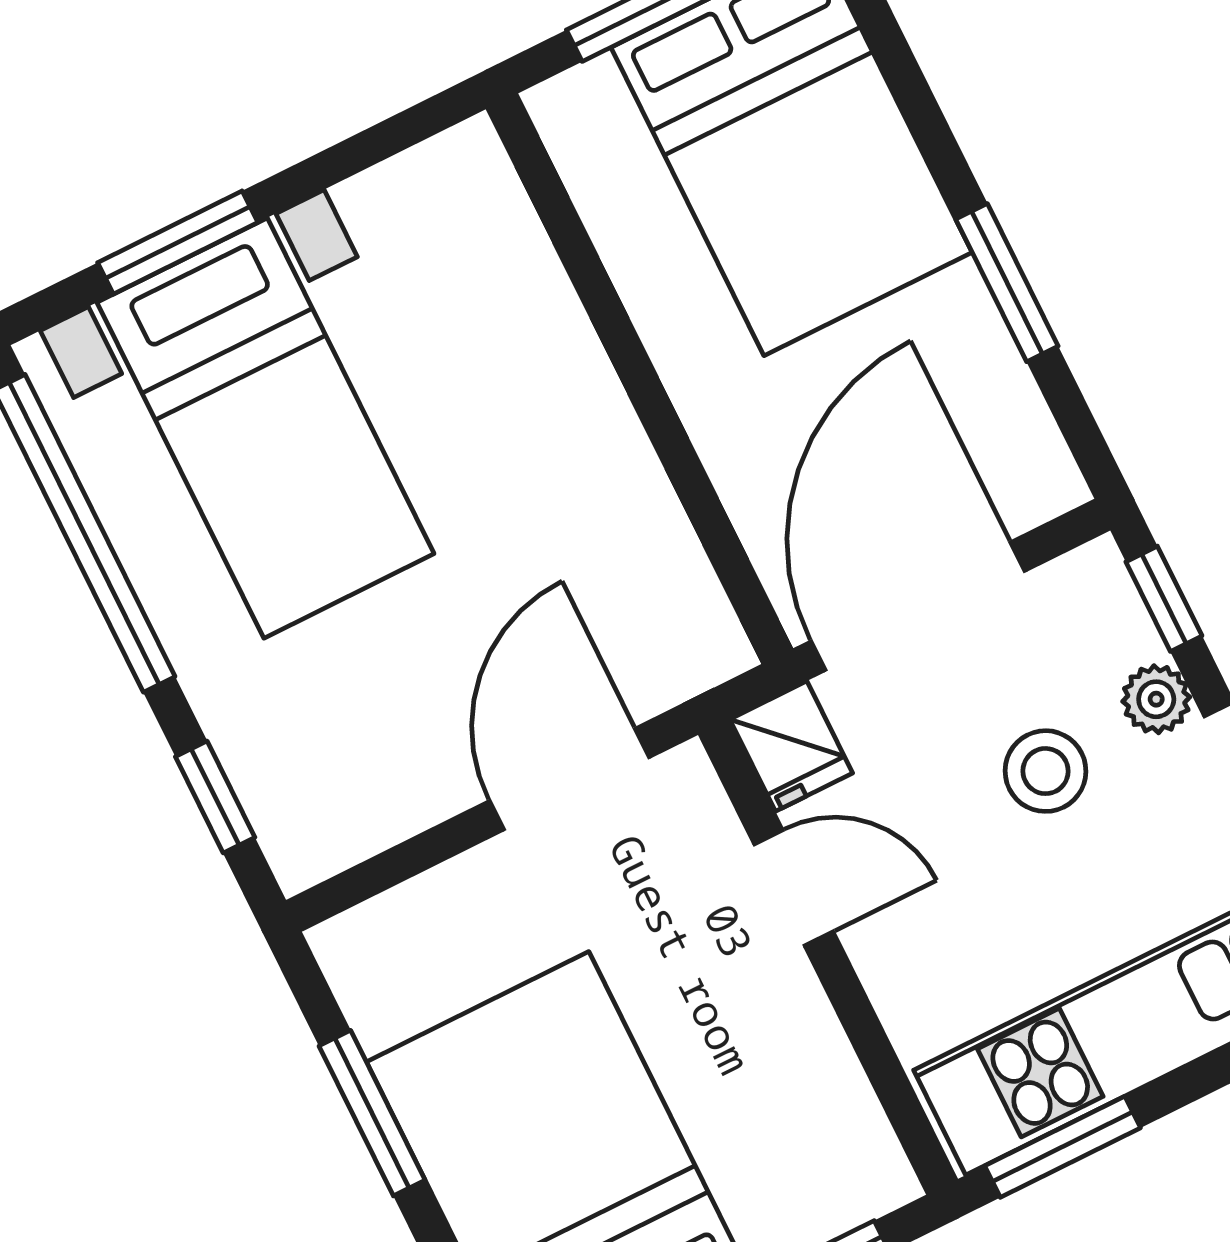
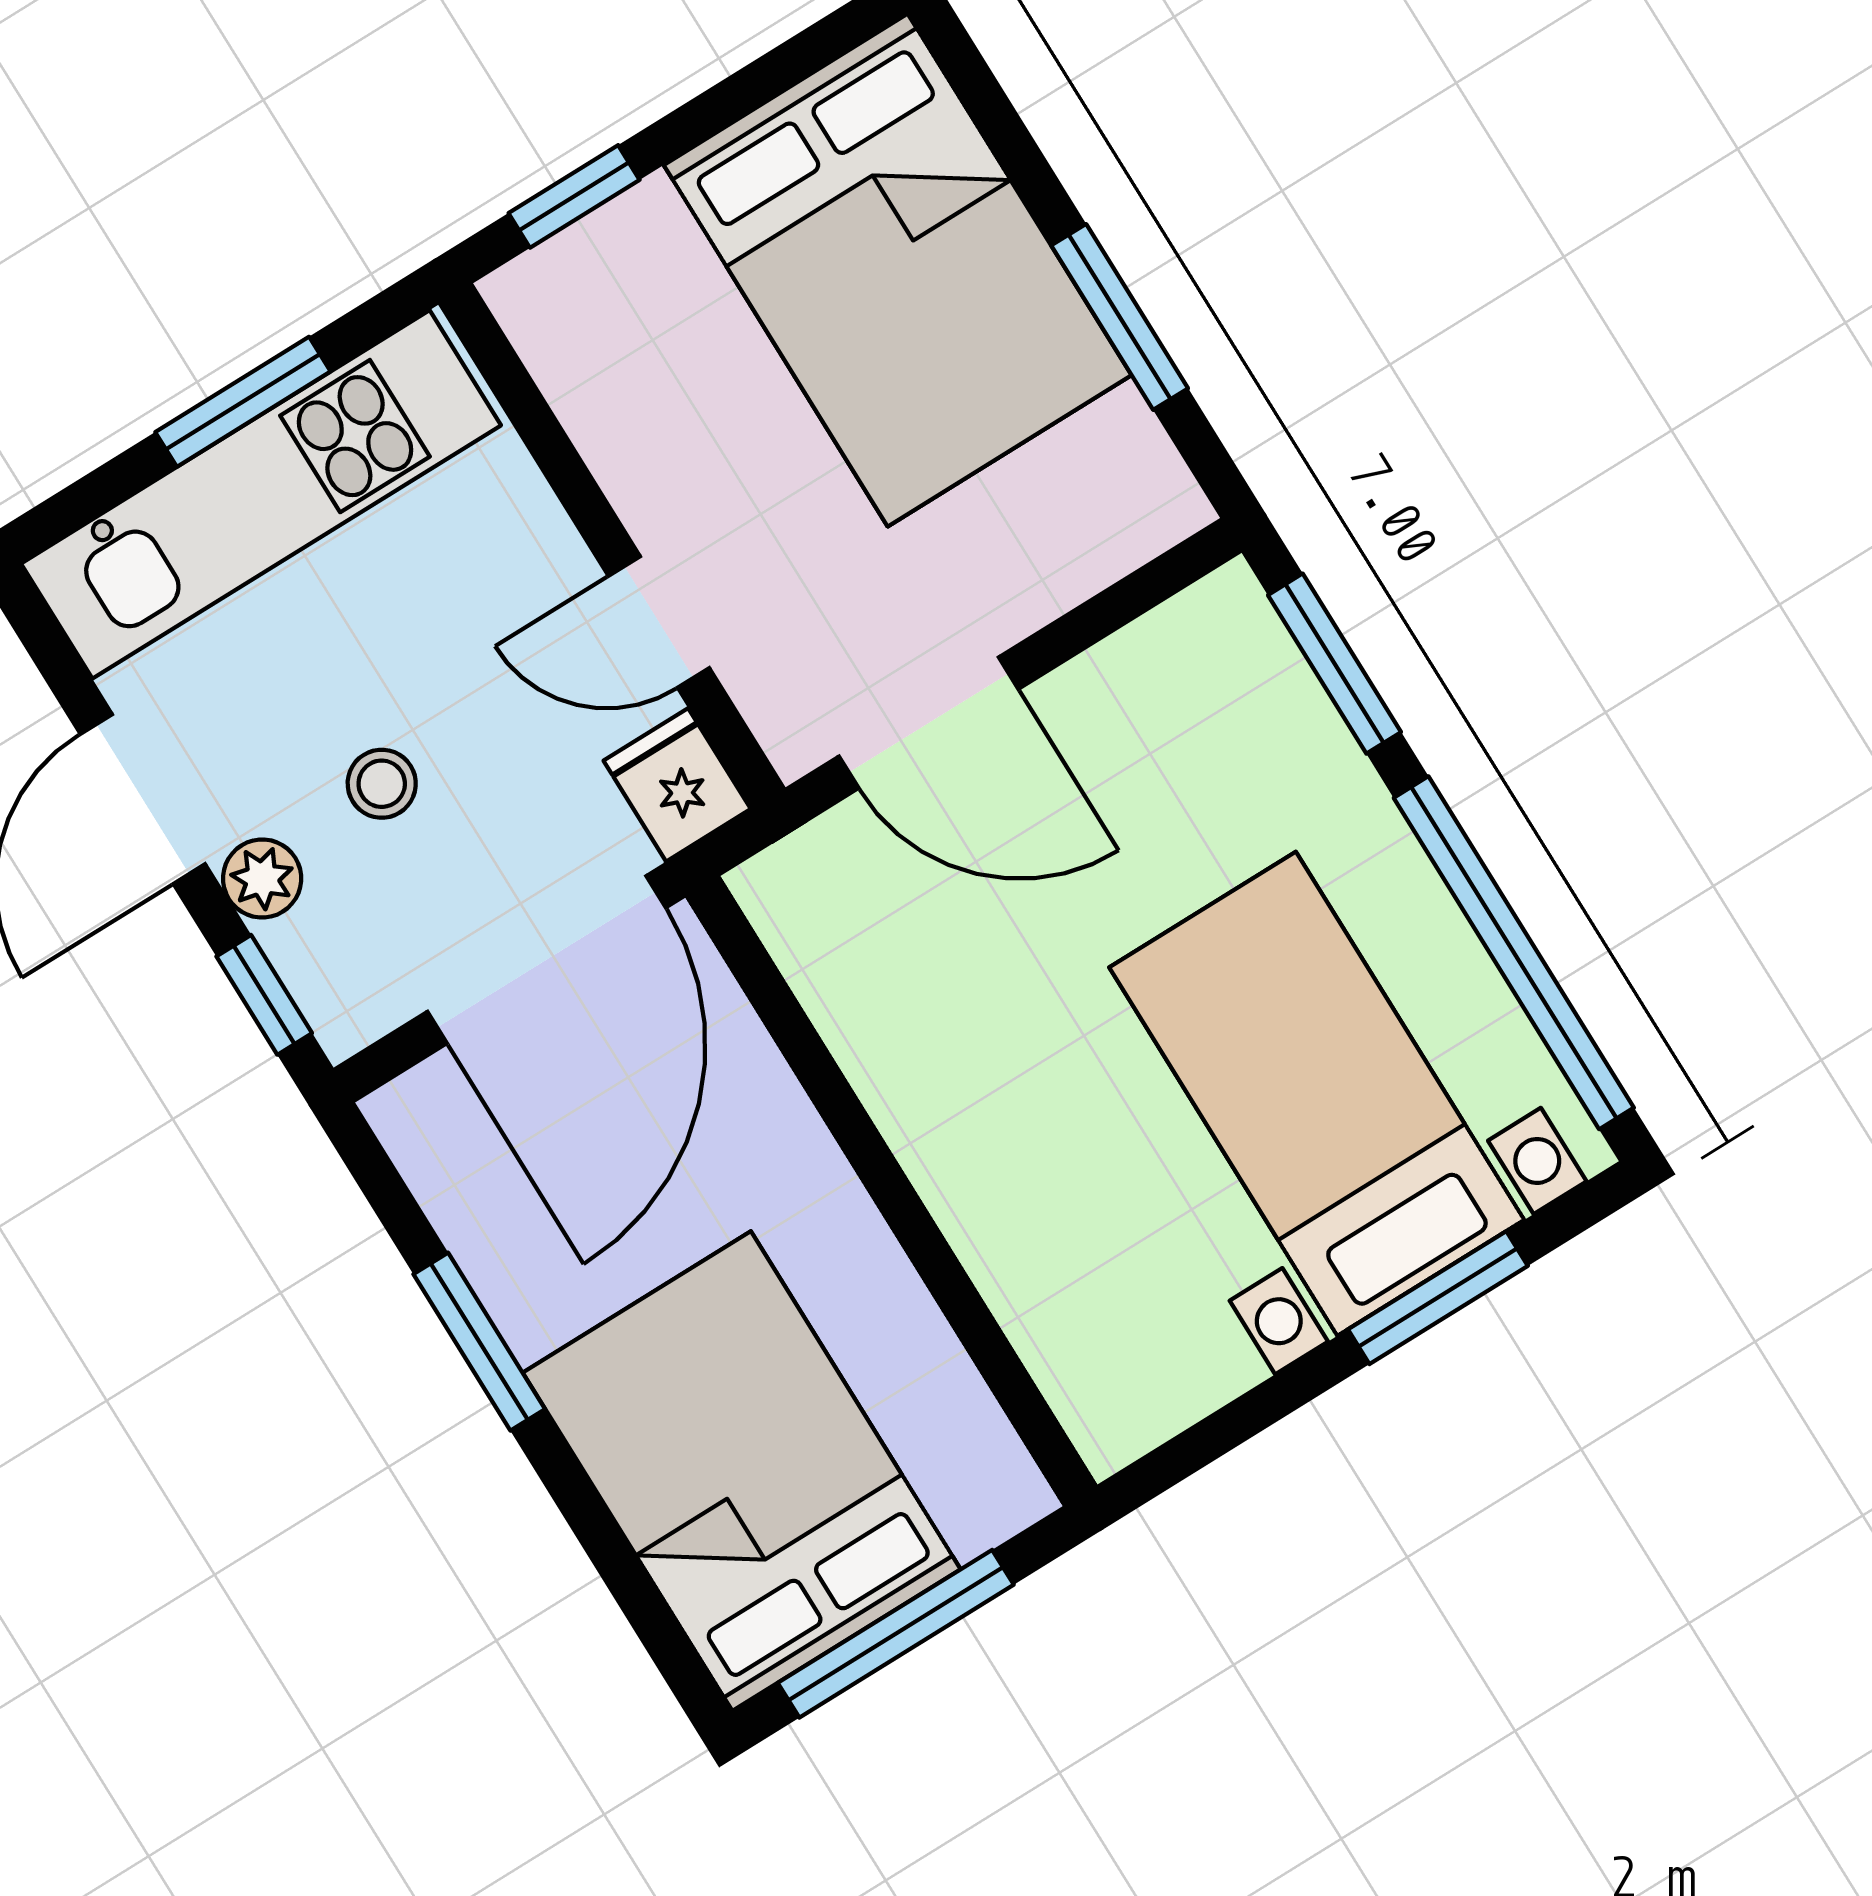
stool: (1046, 771) -> (382, 784), width x0.73, depth x0.73
door: (569, 779) -> (929, 723), hinge flipped
window: (215, 797) -> (1335, 664), width x1.50
window: (1063, 1147) -> (243, 402), moved

